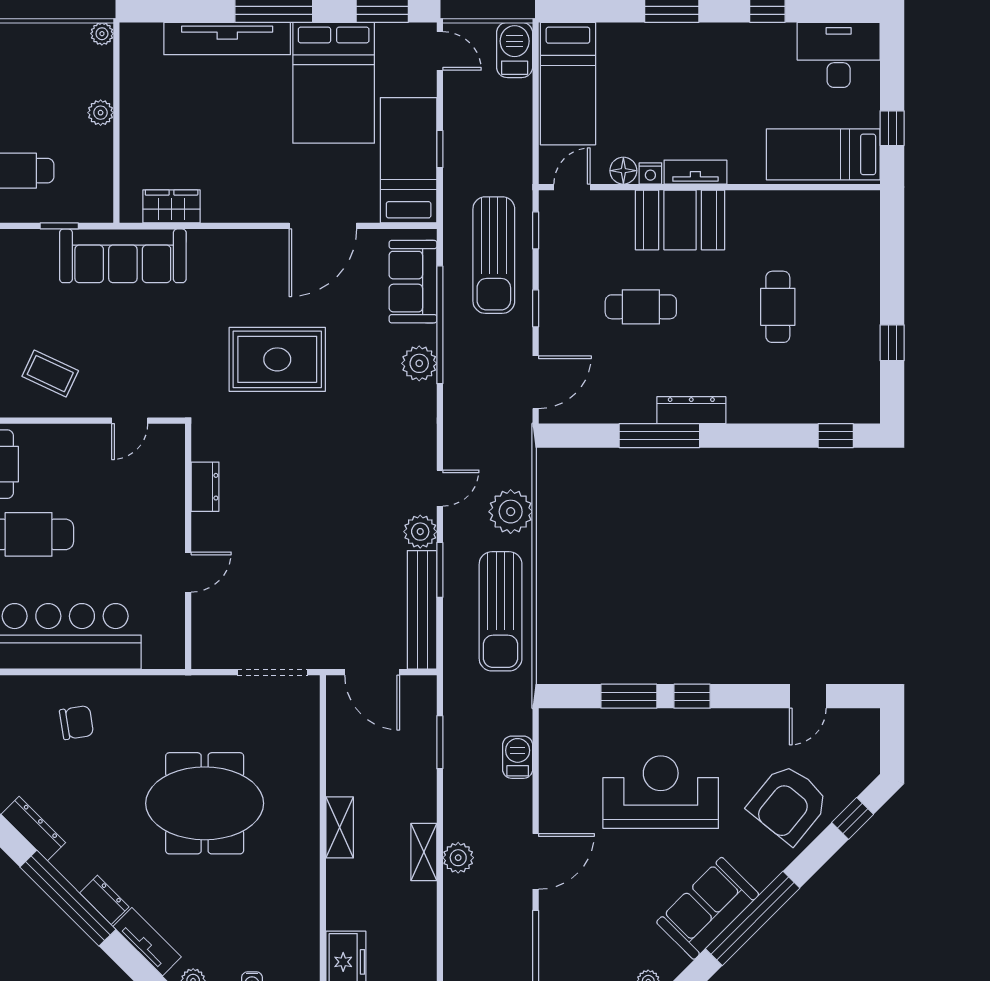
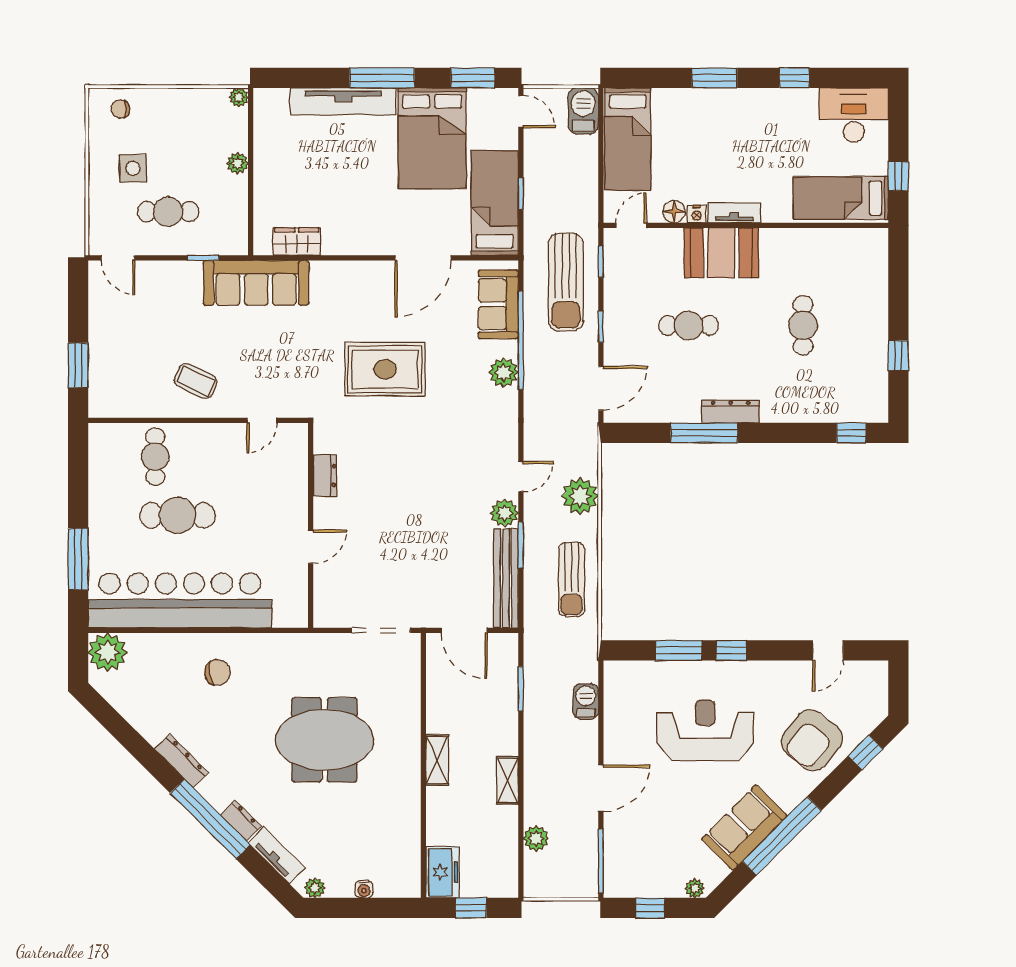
sun lounger: (501, 611) -> (571, 580), width x0.73, depth x0.75
plant: (458, 858) -> (536, 838), moved

